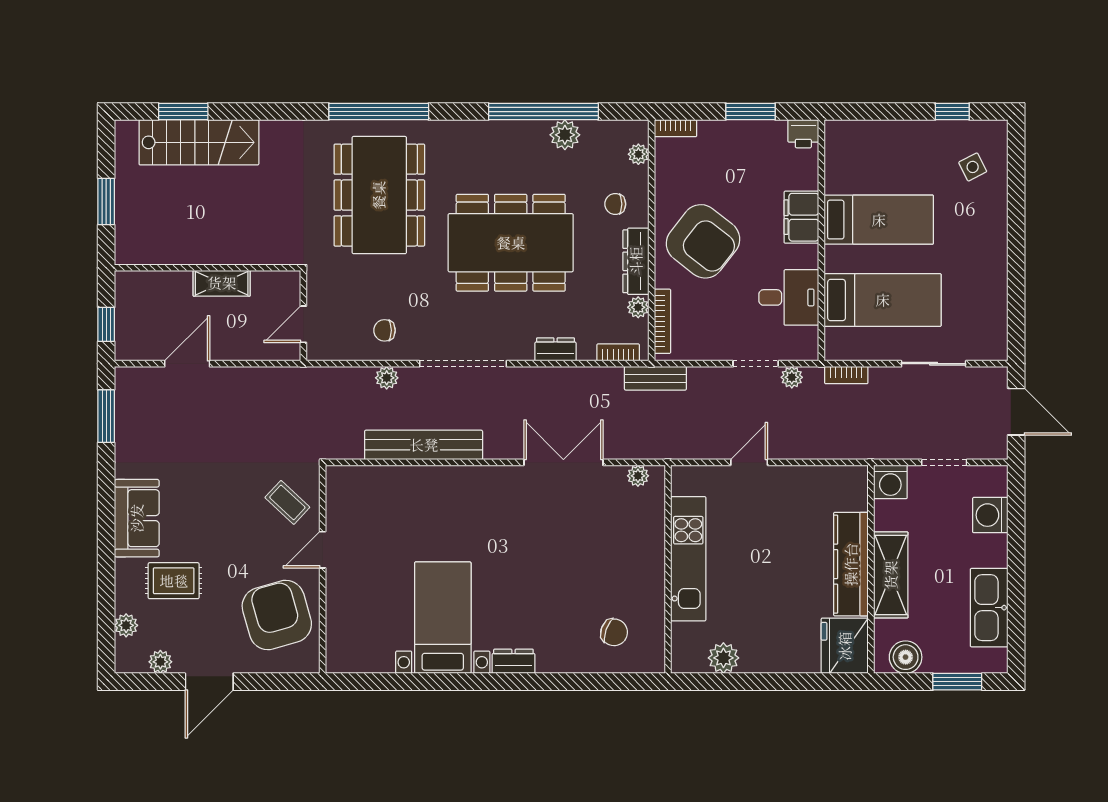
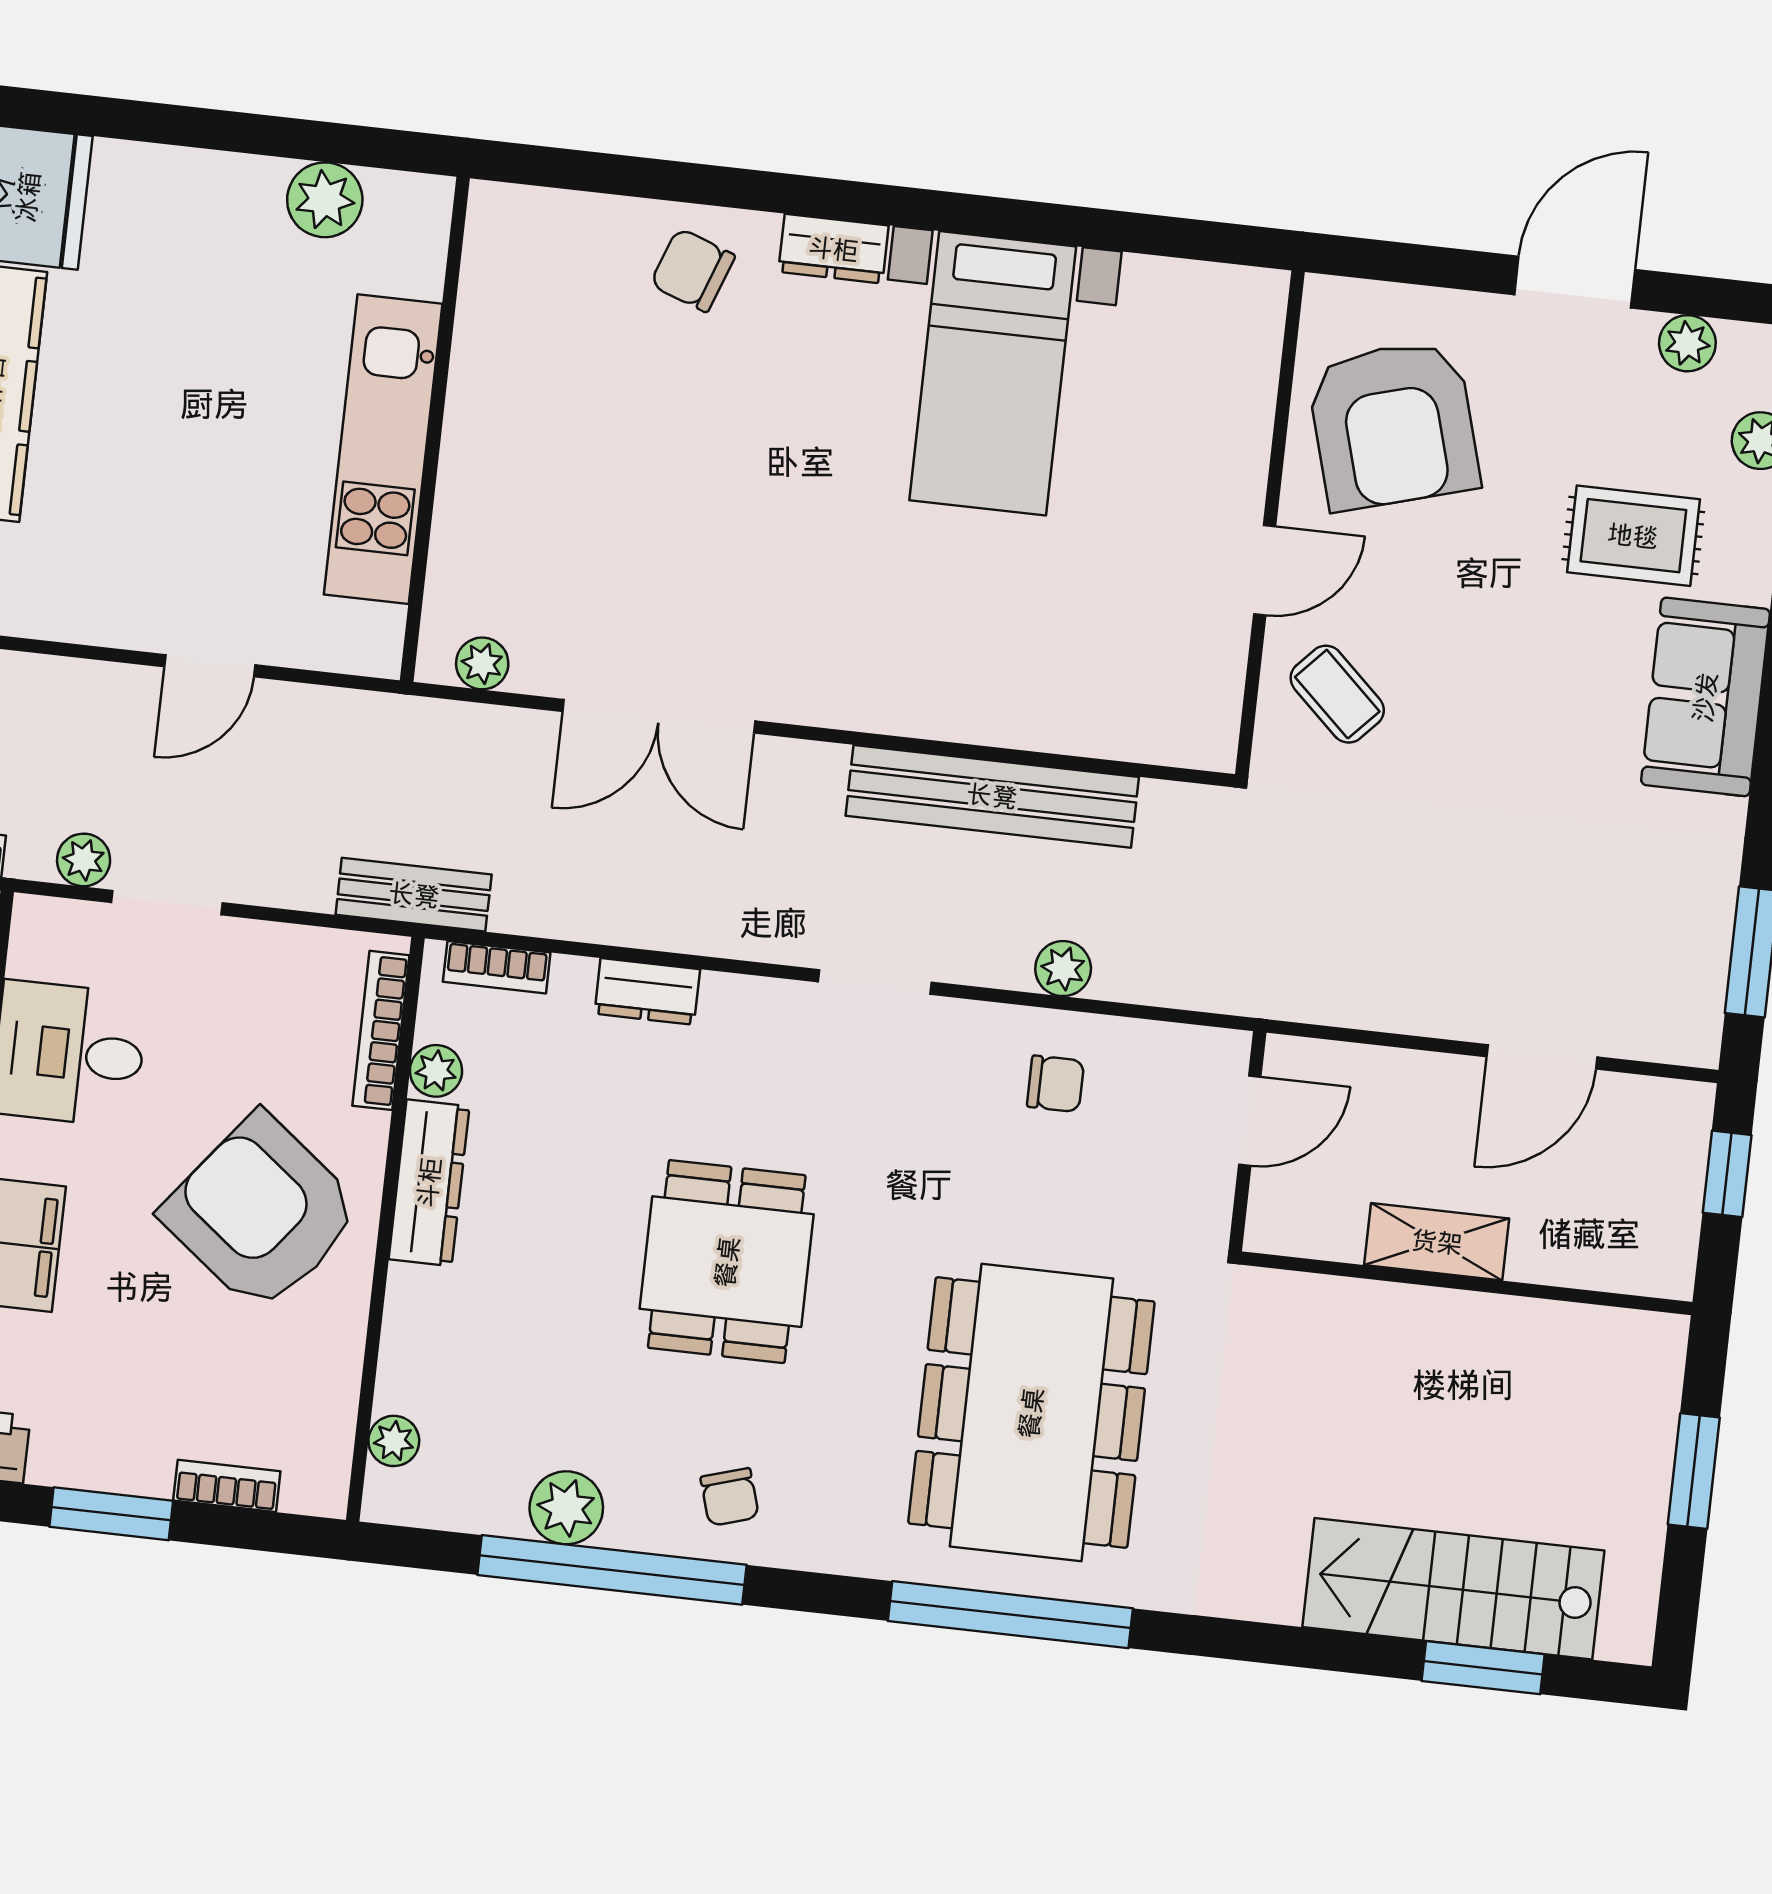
bookcase: (676, 128) -> (227, 1486), moved
chair: (615, 204) -> (730, 1497), moved, turned 73
dining table: (511, 243) -> (727, 1262), width x0.53, depth x0.80
doorway: (463, 364) -> (875, 982), width x0.53
chair: (614, 632) -> (693, 270), moved

